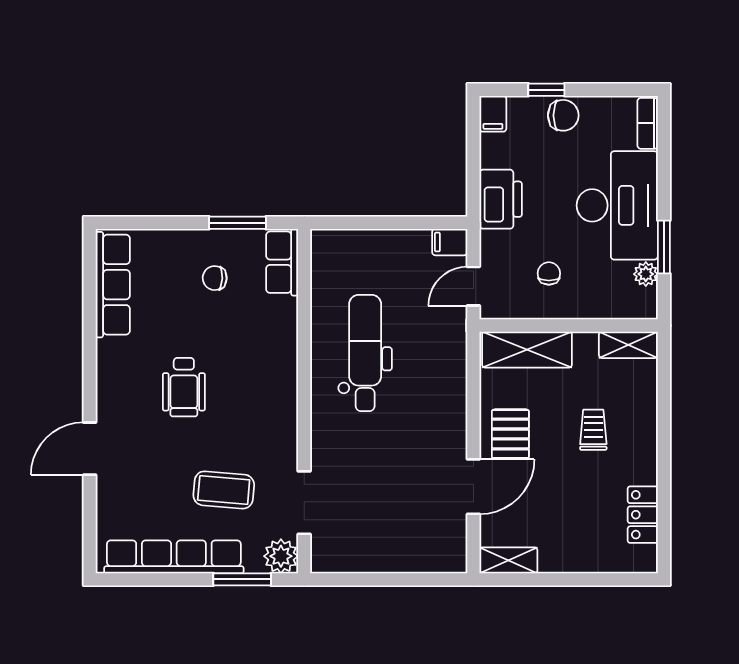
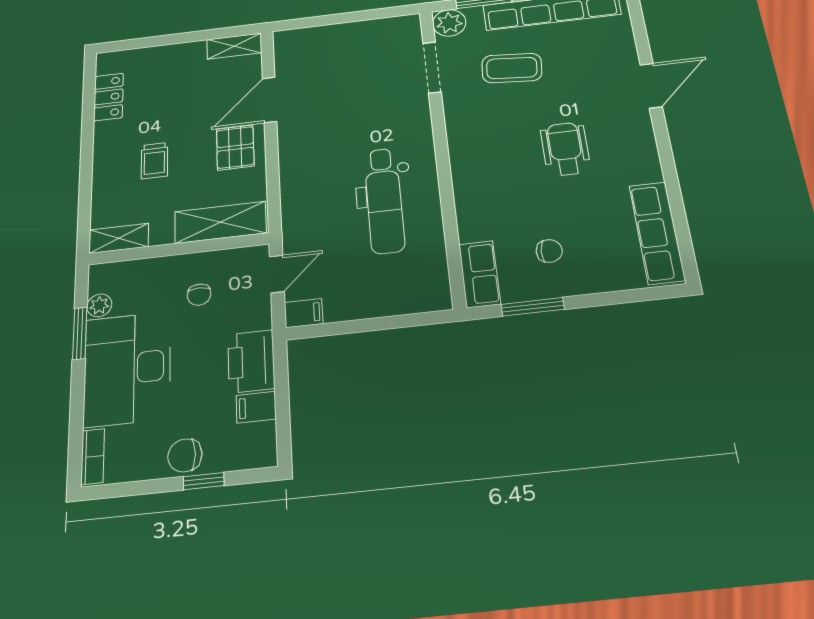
filing cabinet: (493, 114) -> (256, 407), moved, turned -90

